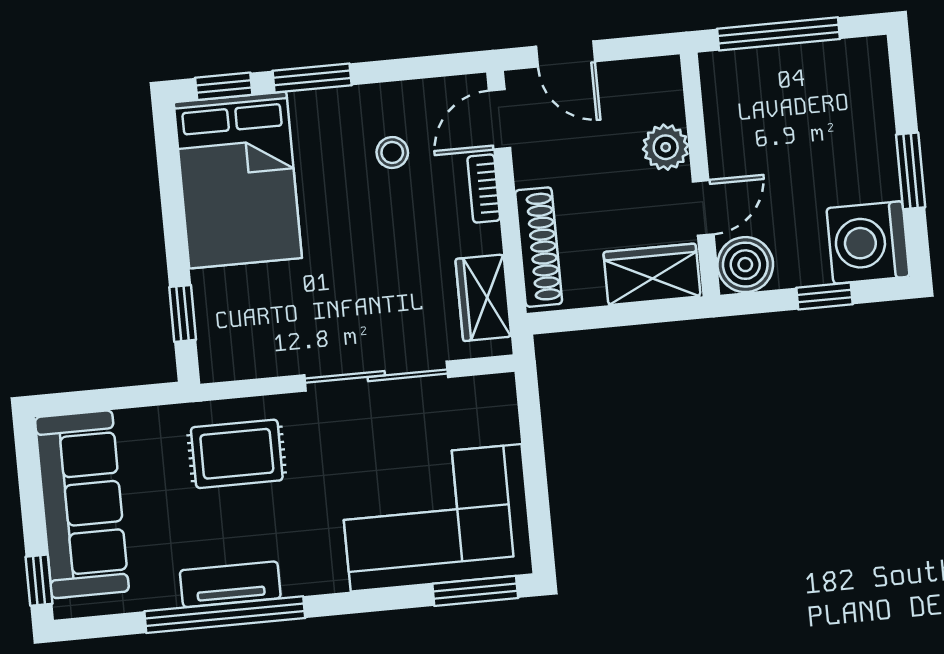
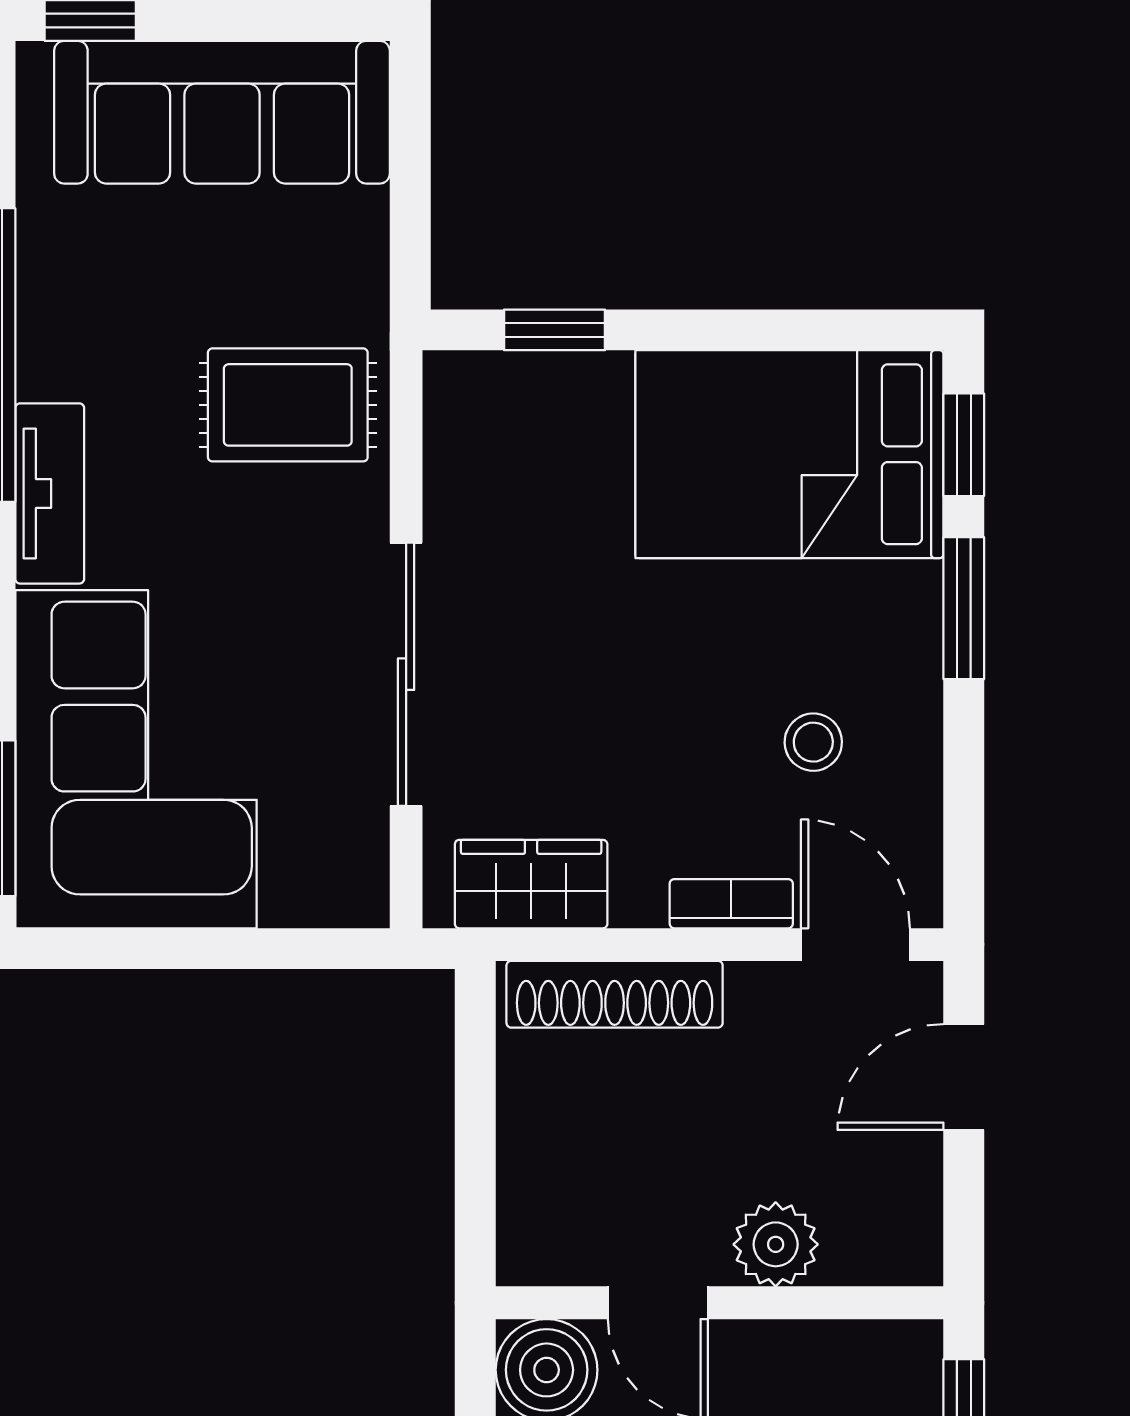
wardrobe: (652, 274) -> (545, 1197), removed
rug: (237, 454) -> (288, 405), turned 90
tv unit: (230, 584) -> (50, 493), moved

